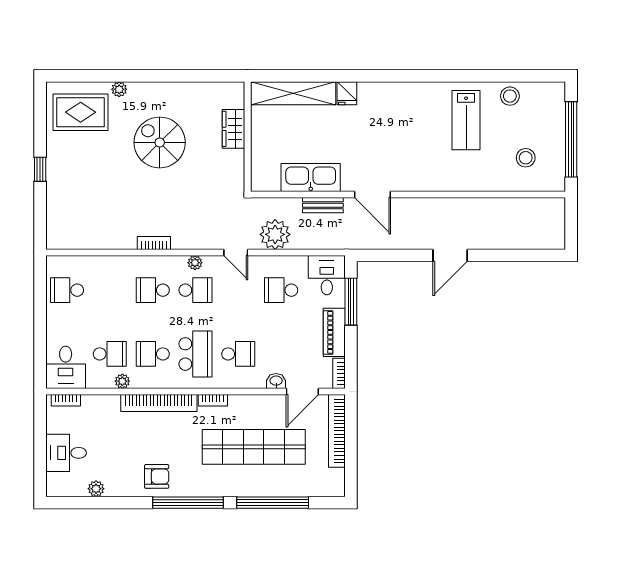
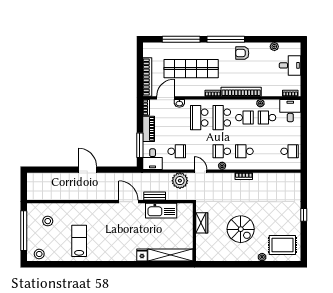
stool: (510, 96) -> (39, 254), moved
wardrobe: (233, 129) -> (202, 223), moved
door: (450, 255) -> (88, 170), hinge flipped
school desk: (153, 290) -> (244, 151), turned 180
school desk: (238, 354) -> (199, 118), width x1.85

